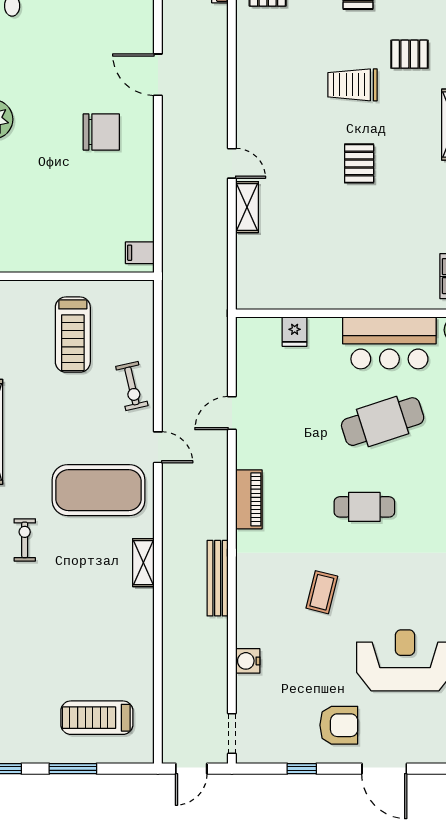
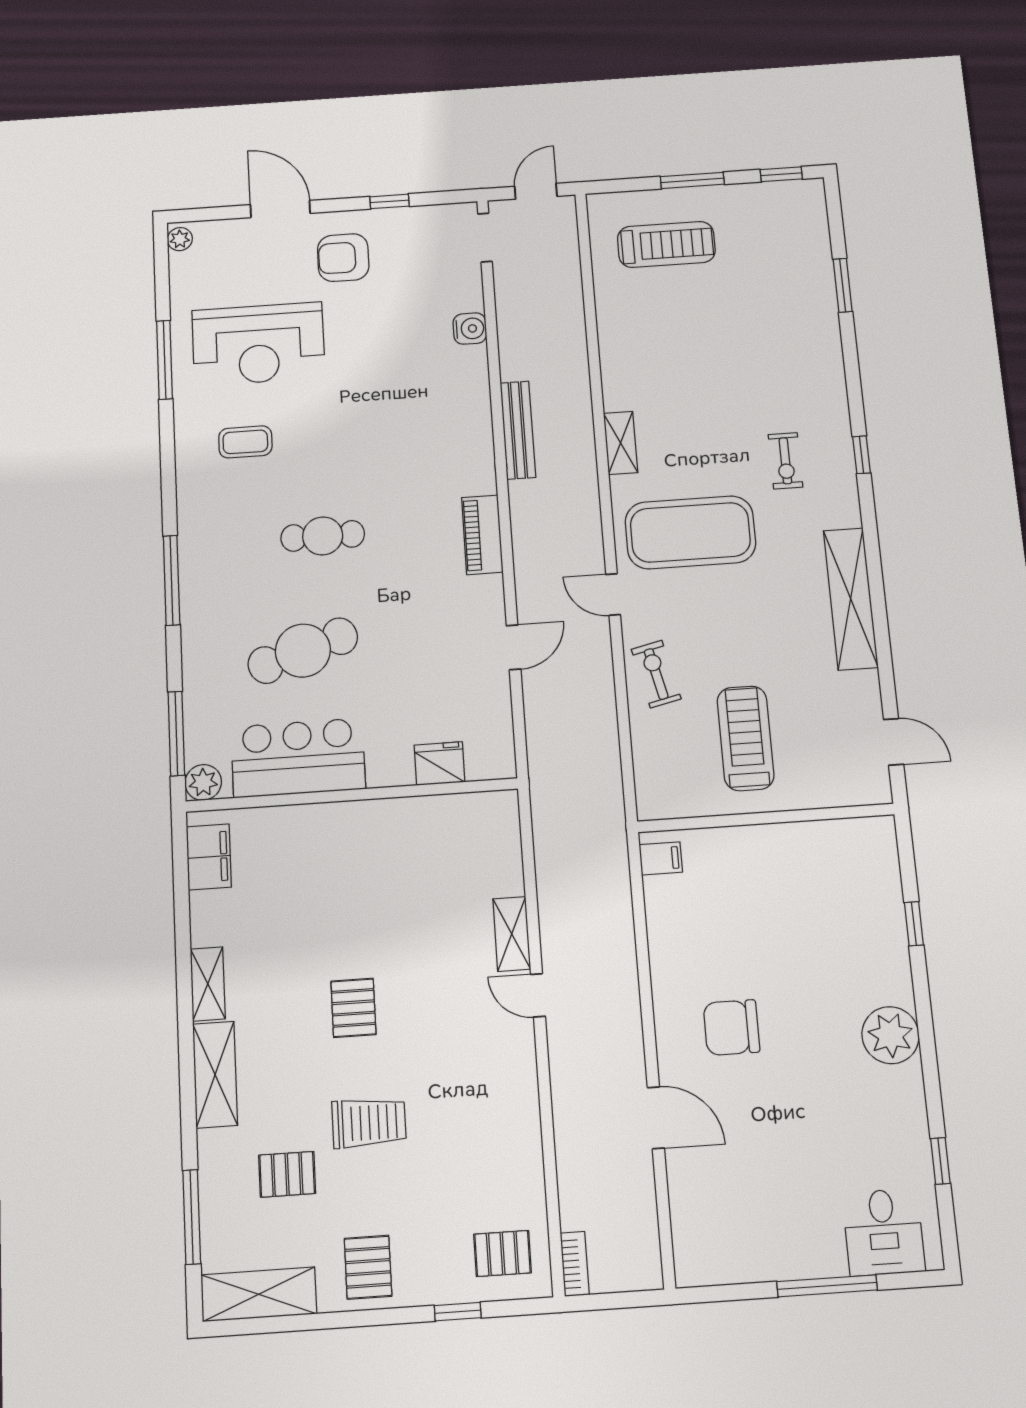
fridge: (295, 332) -> (439, 764), width x1.38
coffee table: (322, 592) -> (245, 442), moved, turned 76

